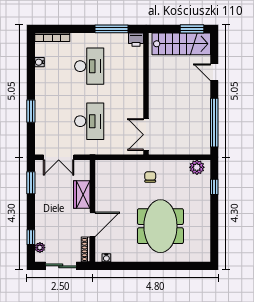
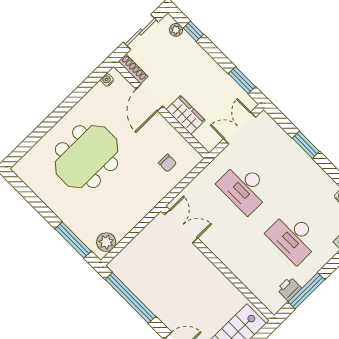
printer: (136, 40) -> (289, 289), moved
chair: (150, 177) -> (167, 163), moved
window: (214, 187) -> (73, 240), width x2.17
meeting table: (160, 226) -> (86, 157), turned 90

